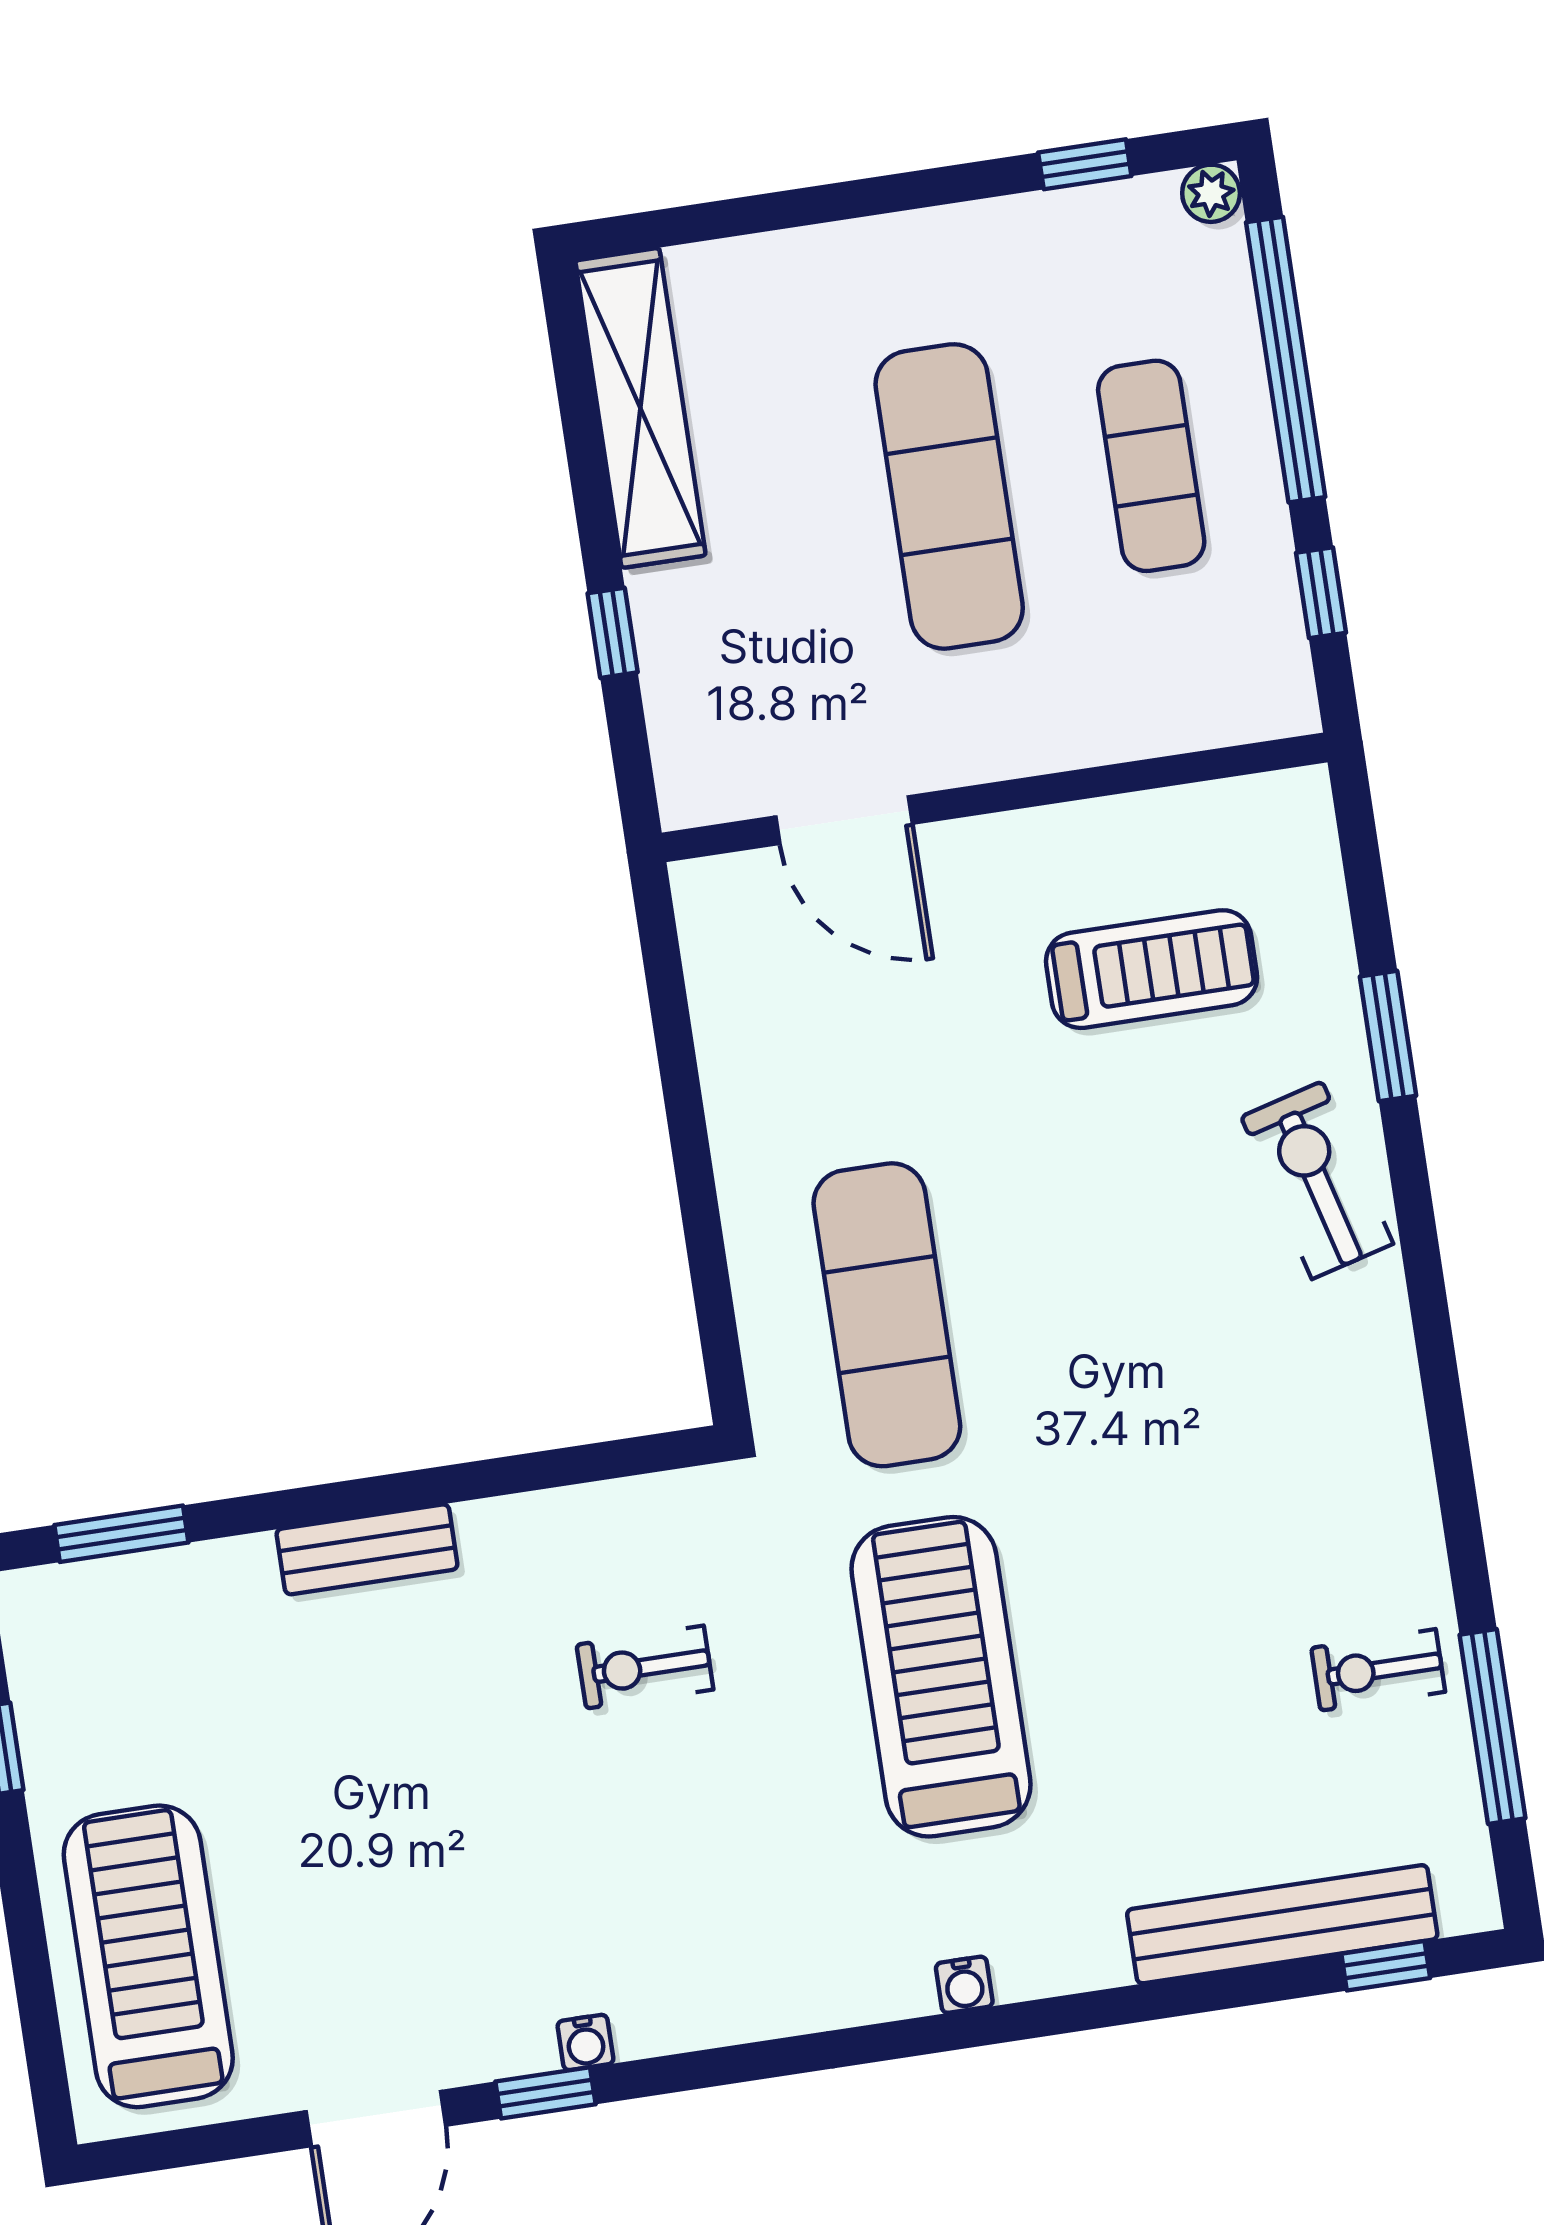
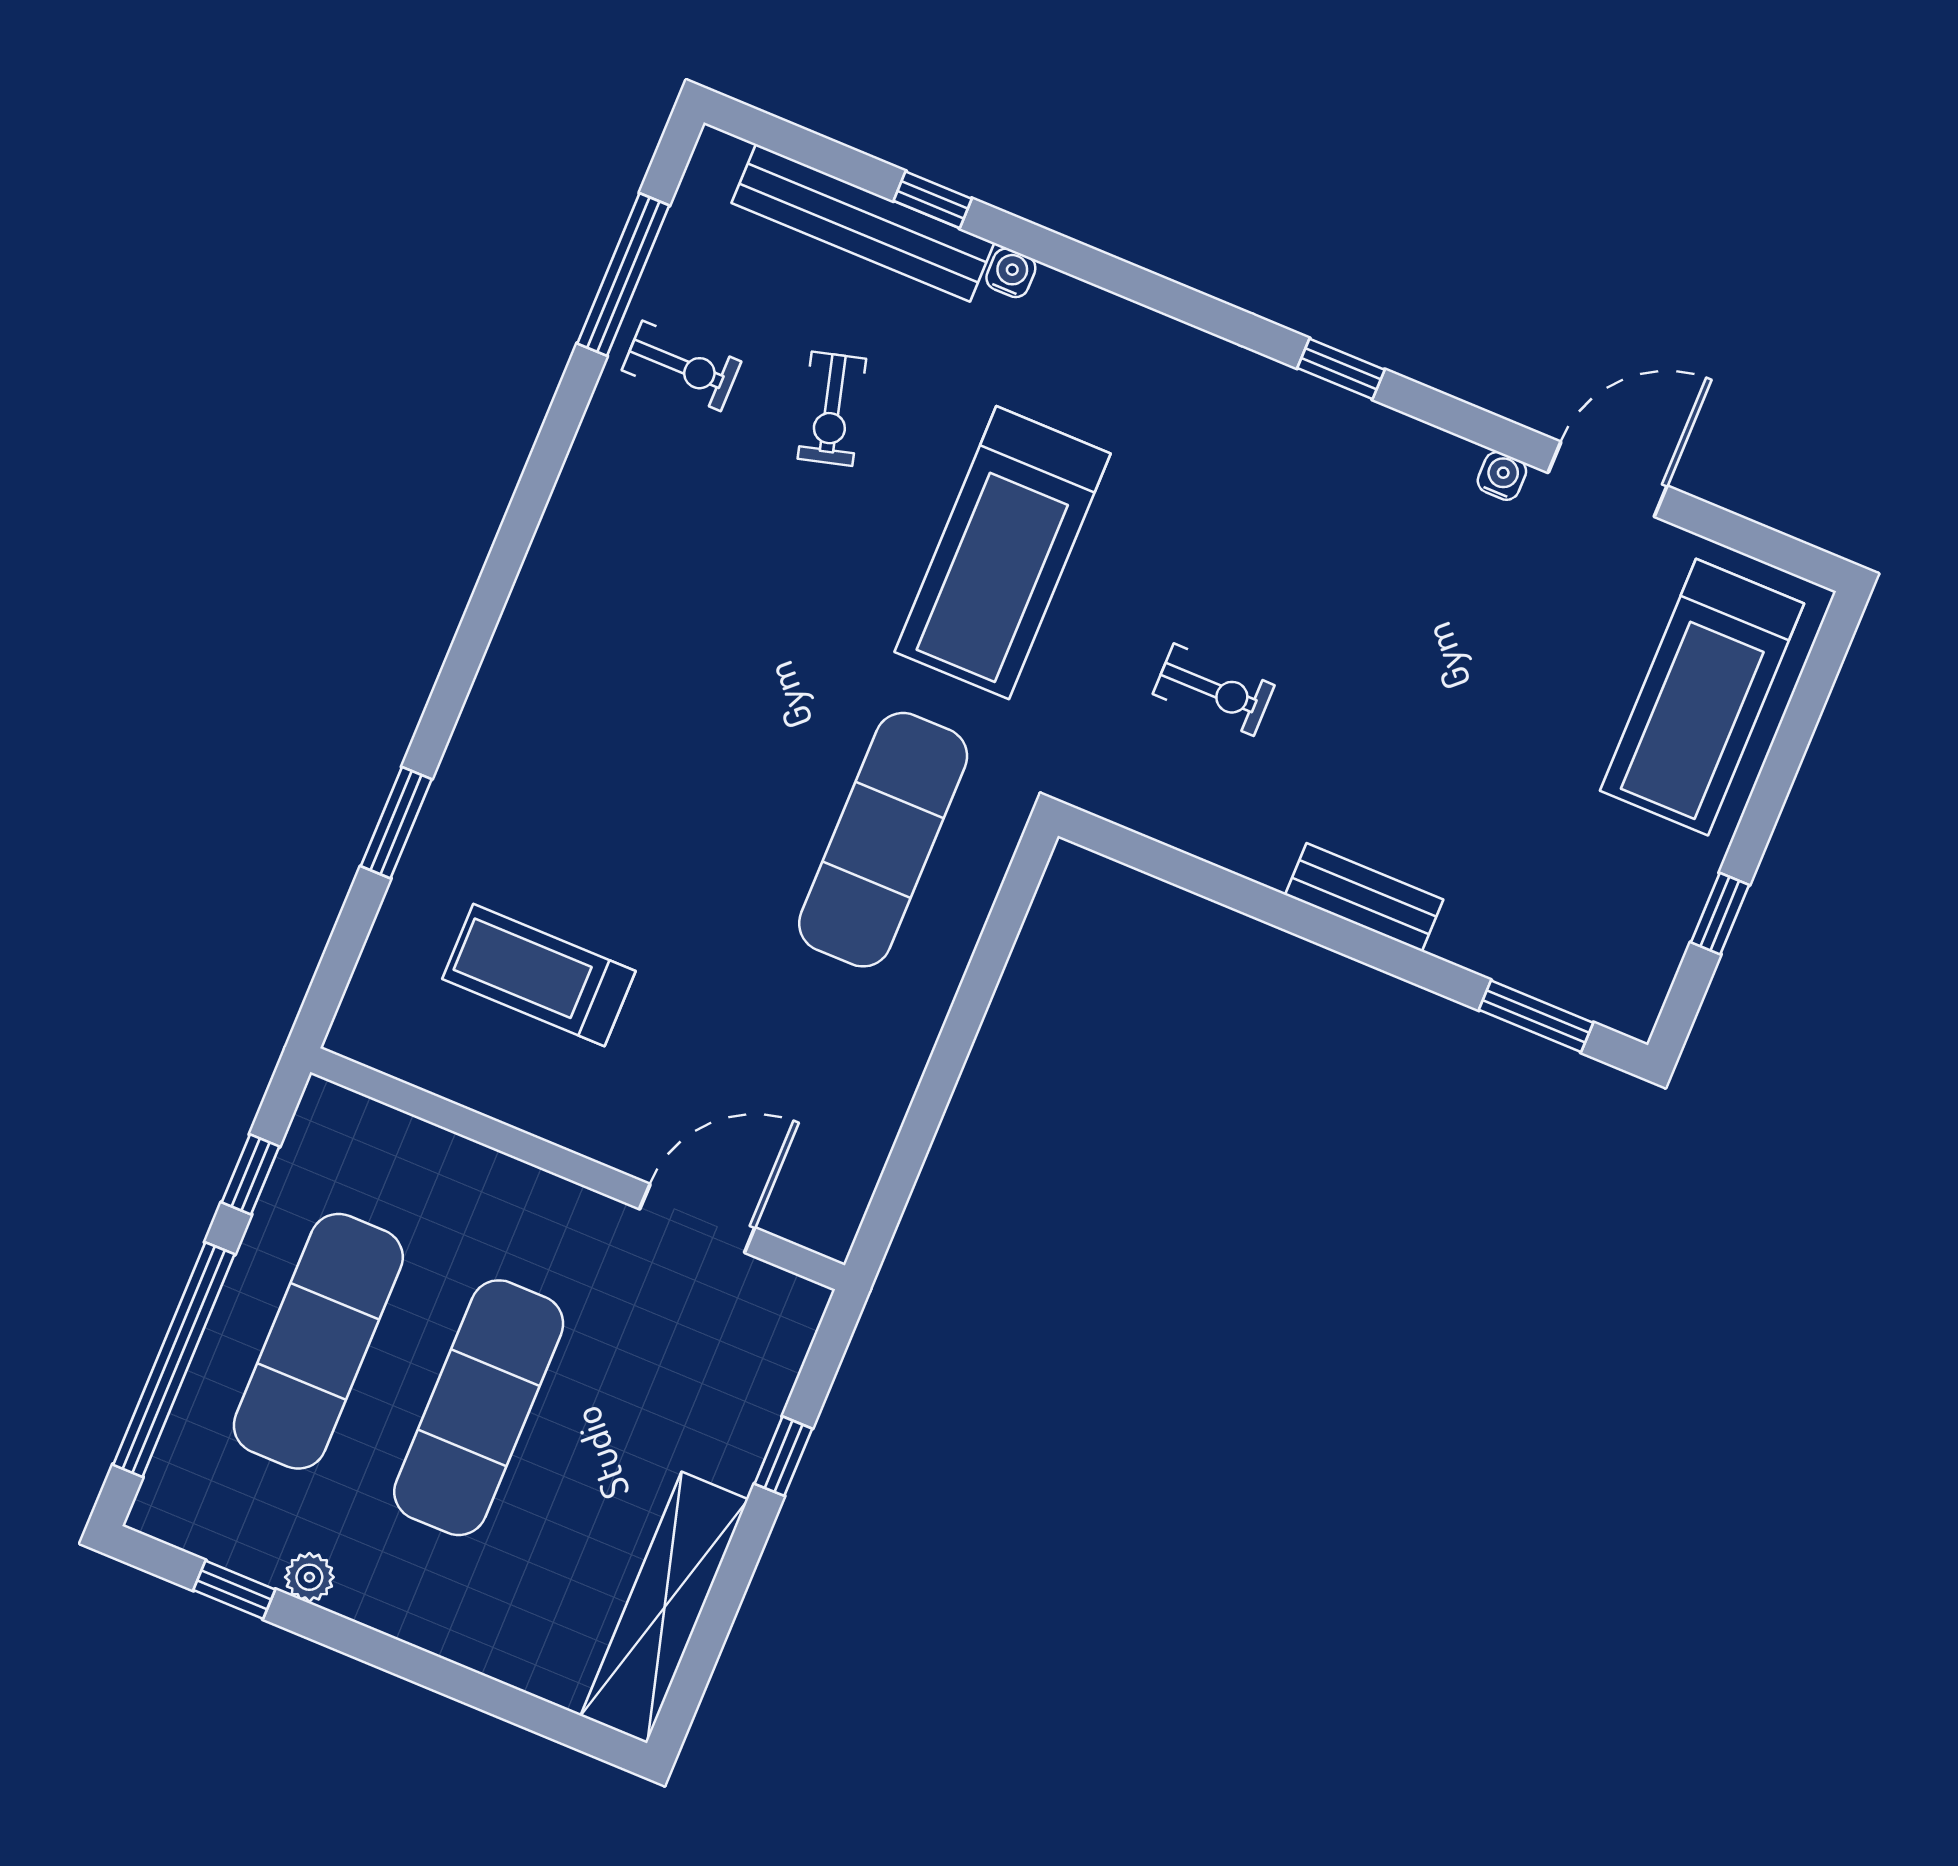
plant: (1211, 193) -> (309, 1577), moved
exercise mat: (1151, 466) -> (318, 1341), width x1.36, depth x1.45
door: (844, 820) -> (697, 1218), hinge flipped
exercise bike: (1317, 1180) -> (832, 409), moved, width x0.73, depth x0.72
window: (1386, 1966) -> (933, 200), moved
water cooler: (964, 1985) -> (1011, 273), moved
water cooler: (585, 2042) -> (1502, 476), moved
window: (545, 2093) -> (1341, 369), moved

